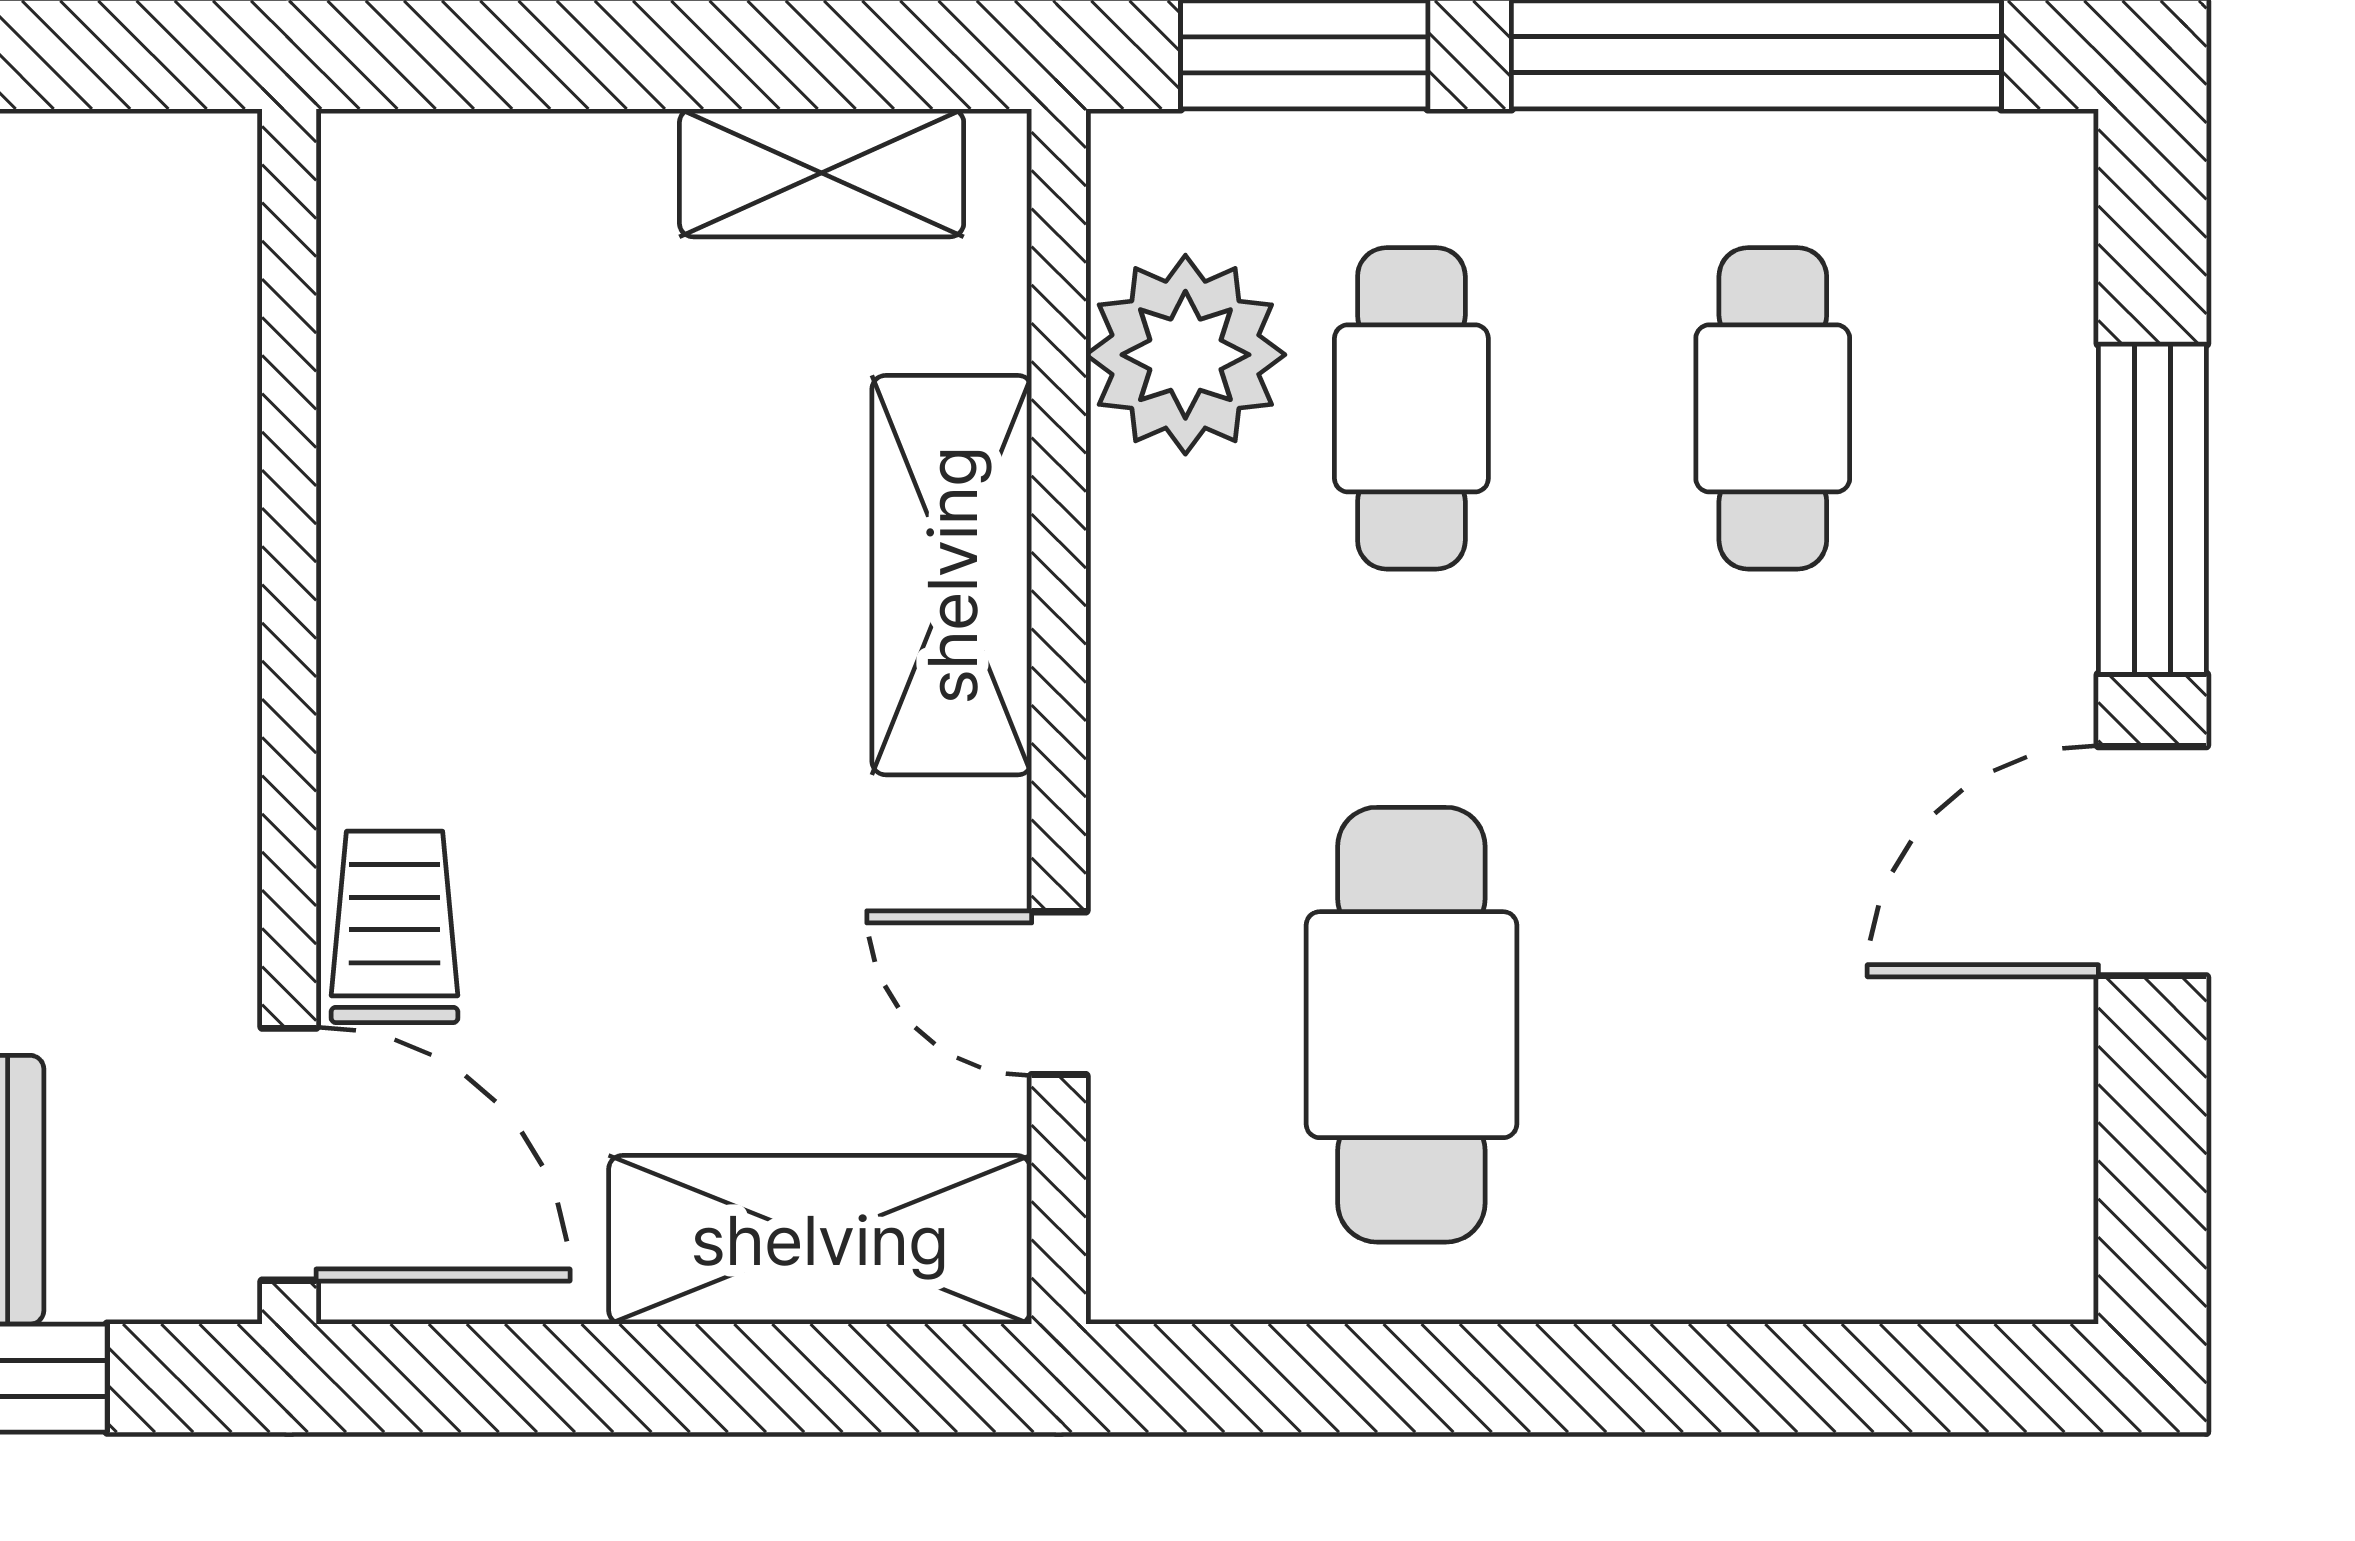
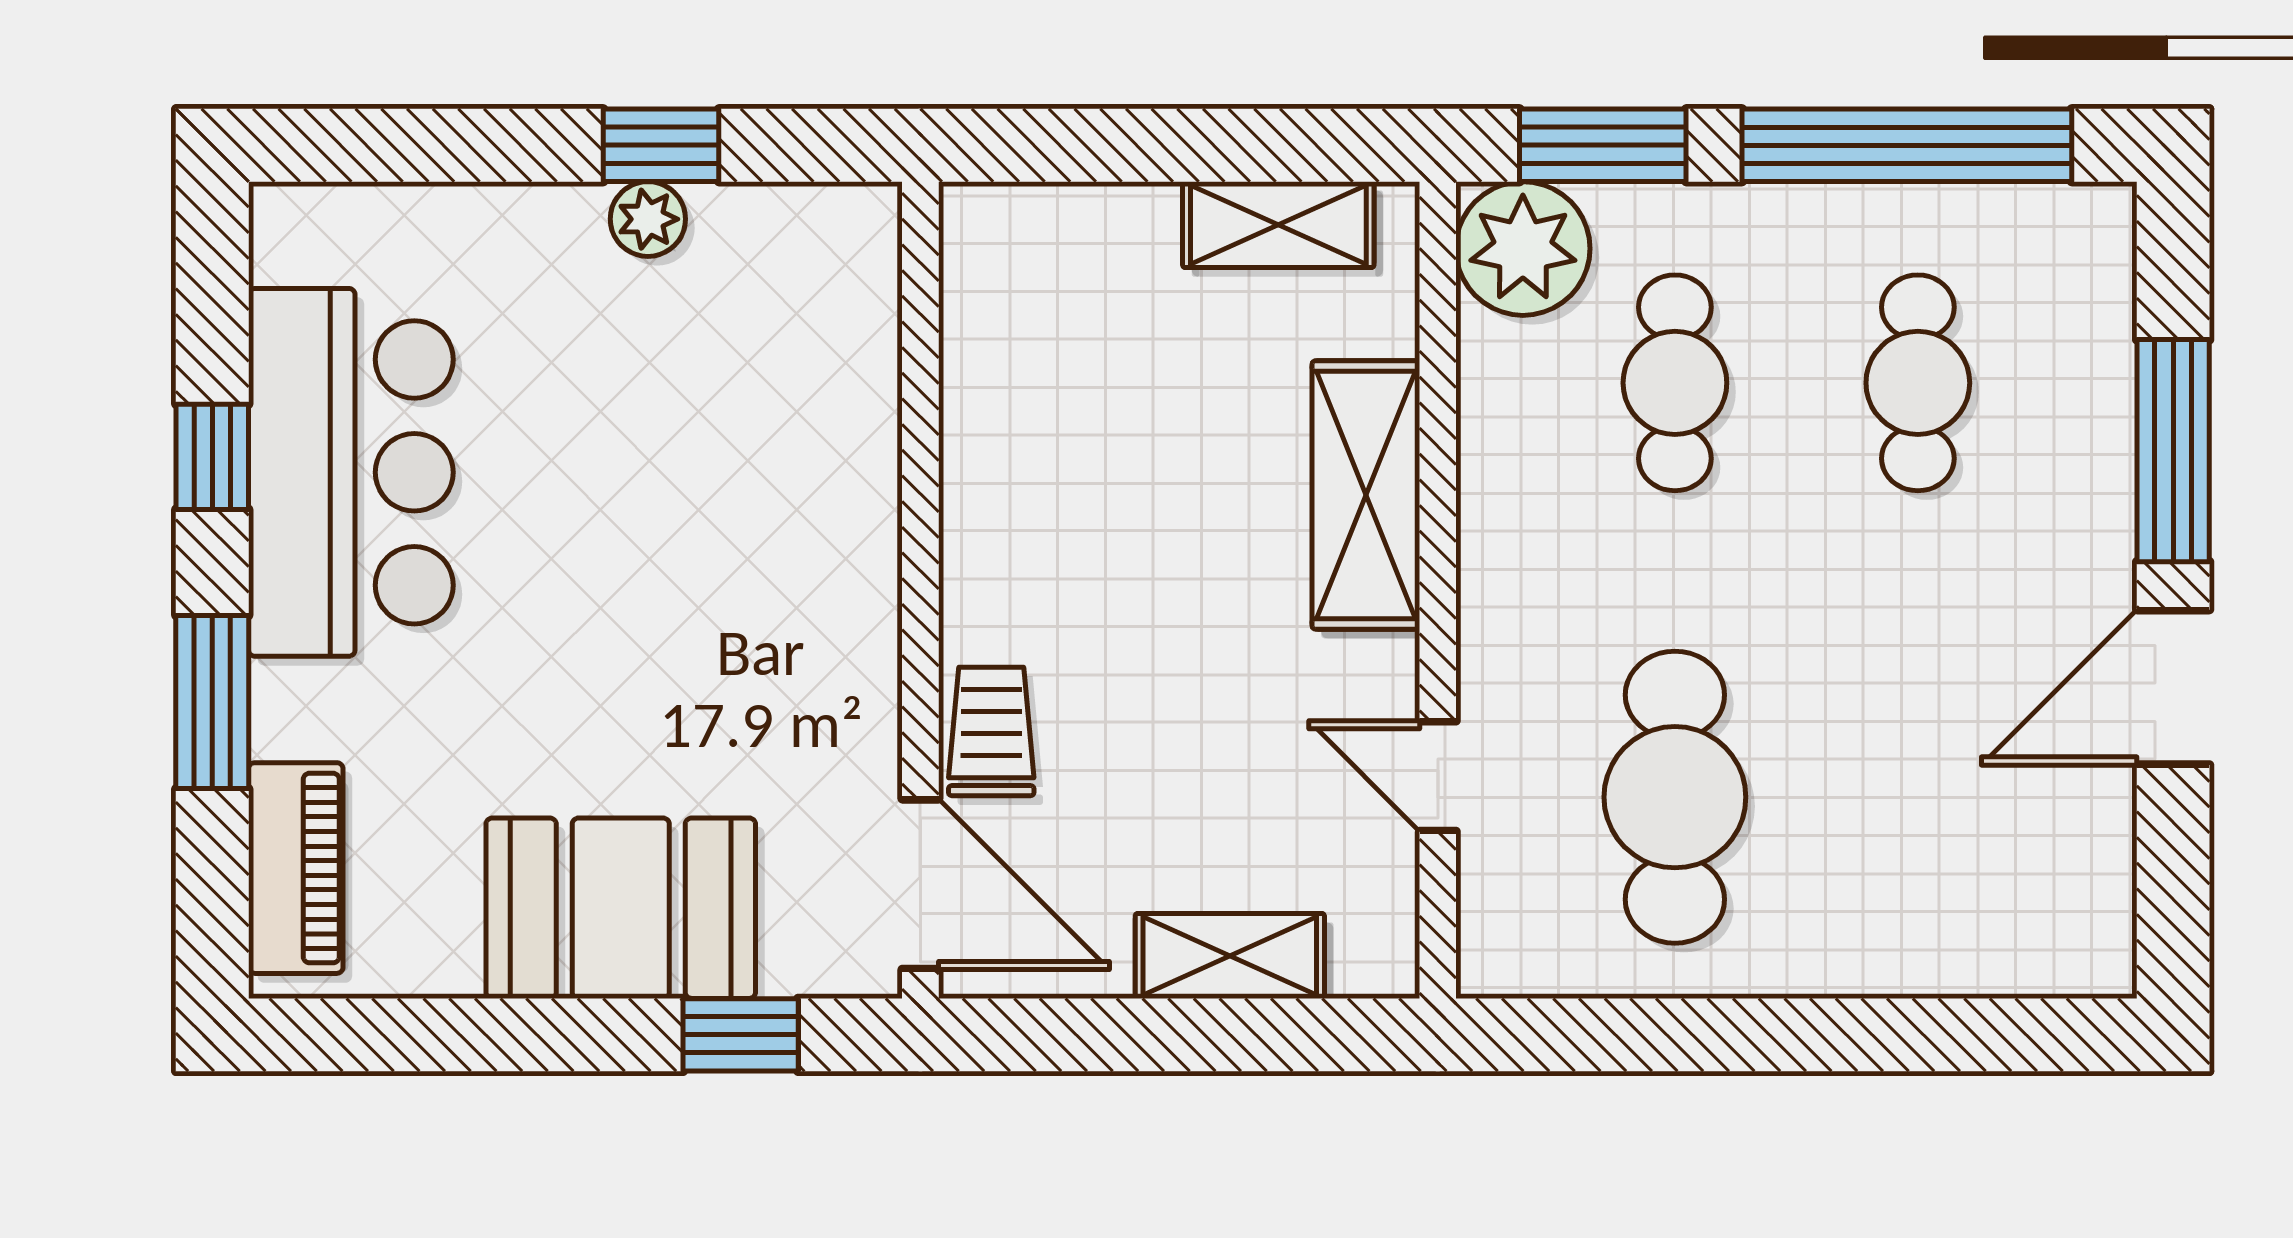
plant: (1185, 355) -> (1523, 249), moved
shelving: (820, 1240) -> (1230, 956), width x0.67, depth x0.75

